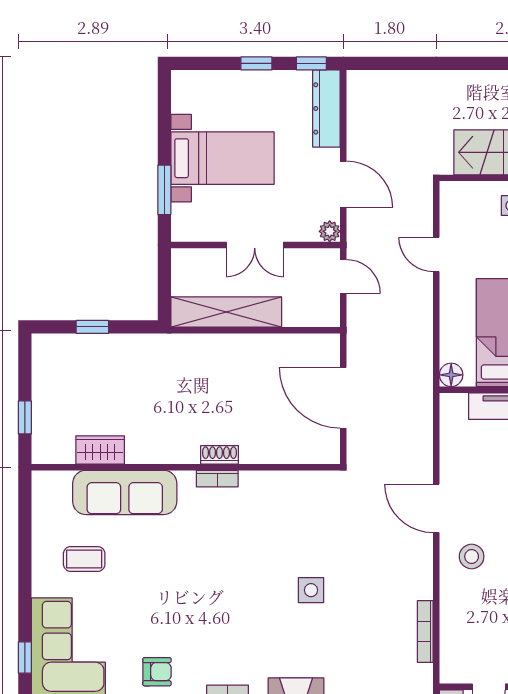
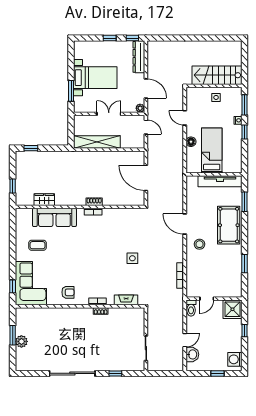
double door: (255, 245) -> (109, 114), swing flipped
window: (92, 327) -> (31, 148), moved
floor lamp: (451, 375) -> (191, 142), moved

